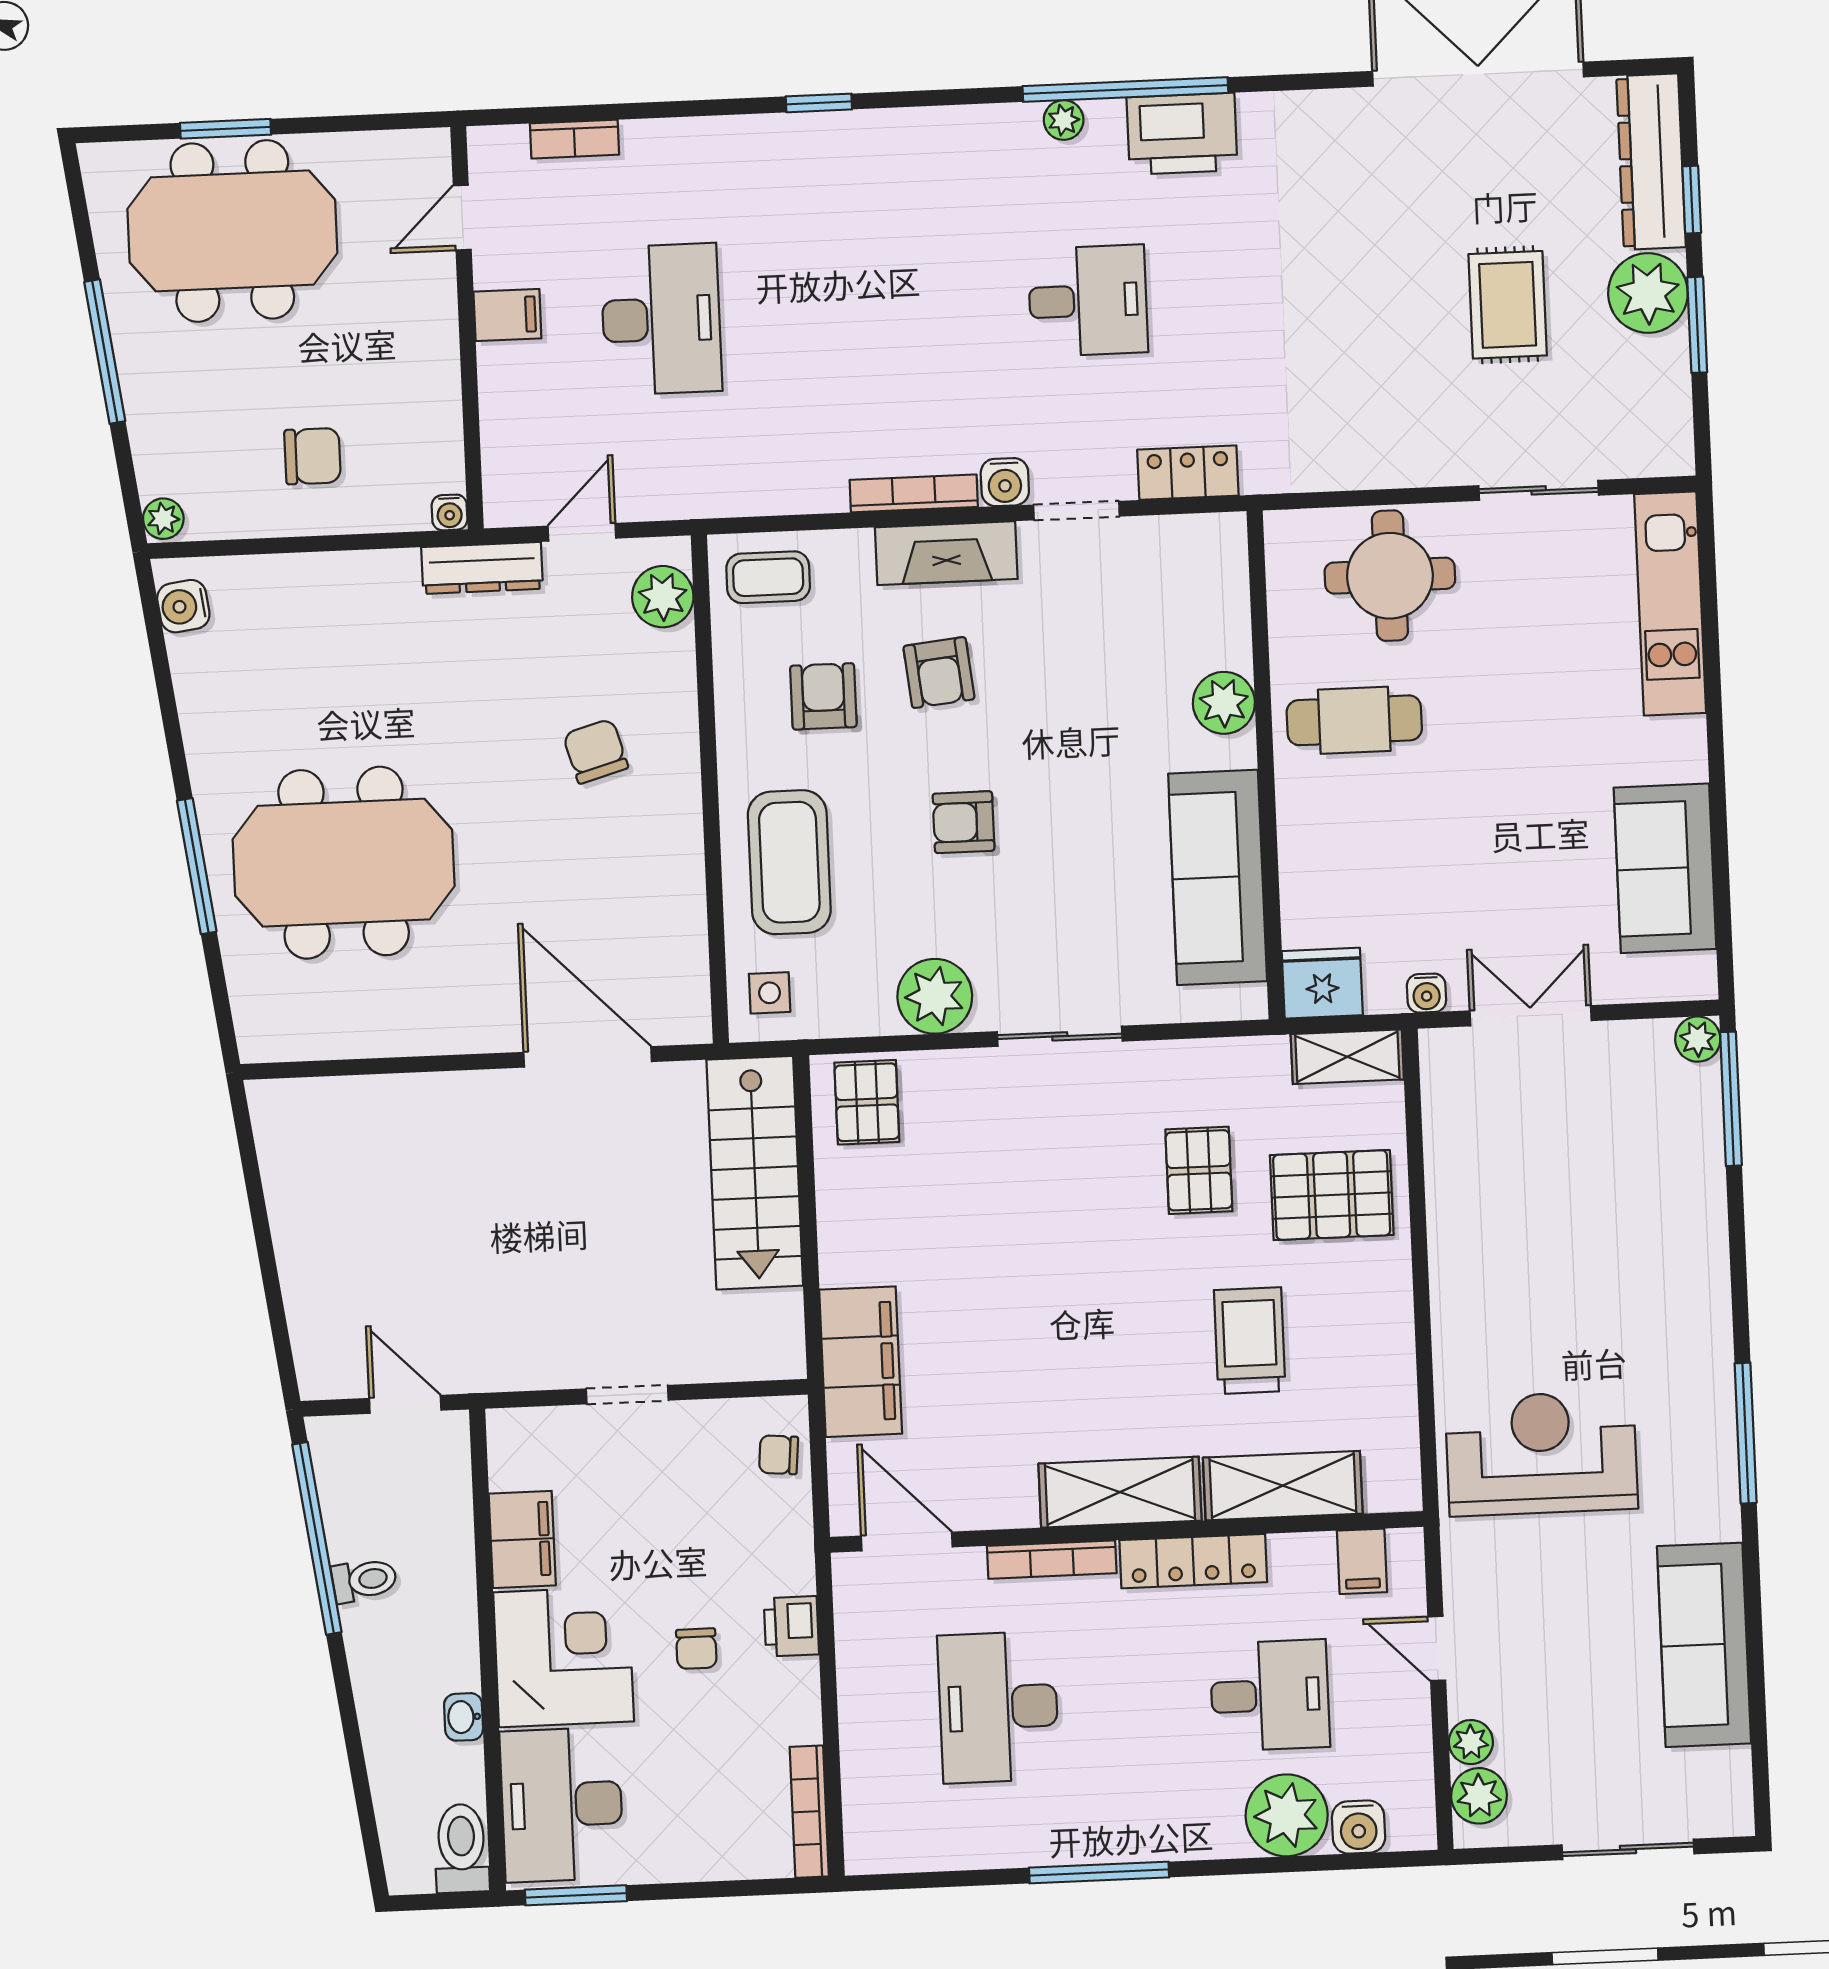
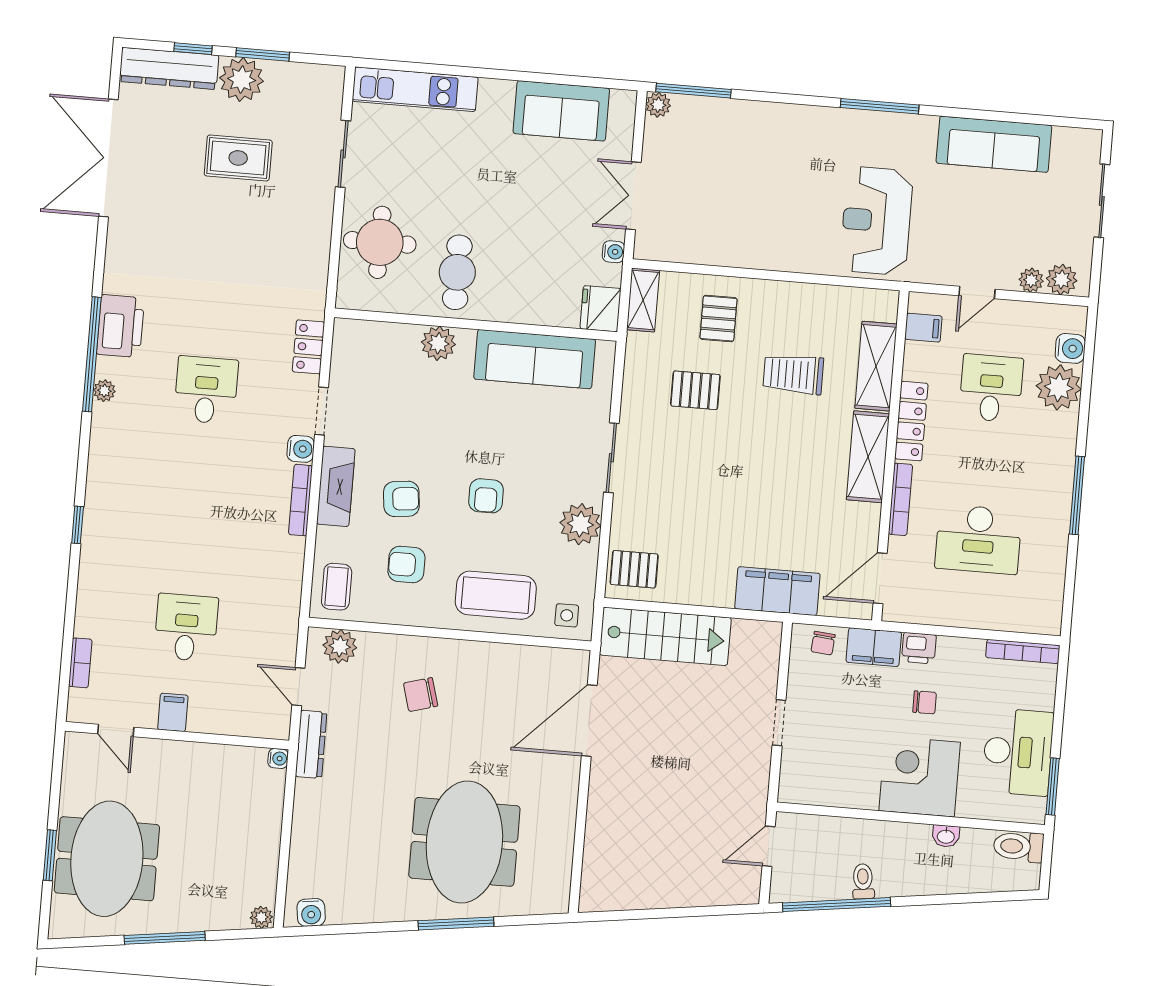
desk: (661, 319) -> (186, 628), width x0.73
chair: (313, 456) -> (237, 830), removed
pallet: (1332, 1195) -> (719, 318), width x0.67, depth x0.71
filing cabinet: (522, 1539) -> (874, 647), moved, turned 180
desk: (562, 1805) -> (1018, 752), moved, turned -90

